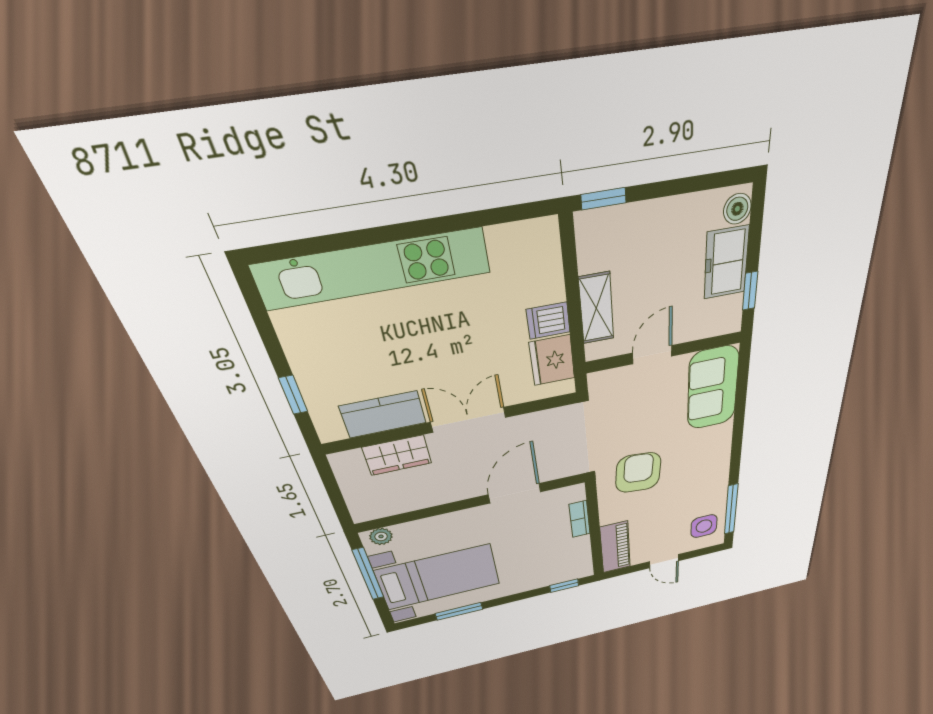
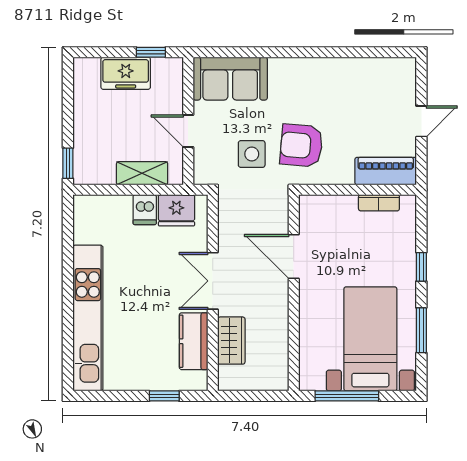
boiler: (737, 209) -> (89, 67), removed
window: (731, 509) -> (372, 52), removed
bookcase: (580, 519) -> (379, 203), moved
side table: (704, 526) -> (252, 154), moved
plant: (381, 536) -> (308, 374), removed
window: (564, 586) -> (421, 267), moved

